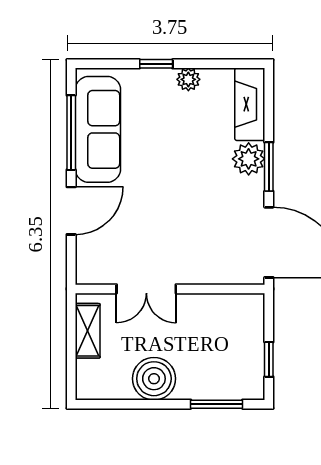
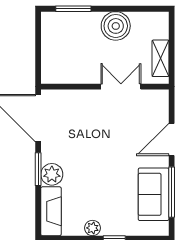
sofa: (98, 129) -> (154, 194), width x0.73
window: (269, 359) -> (38, 39), removed

